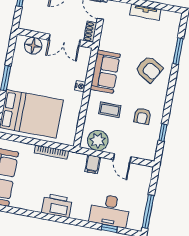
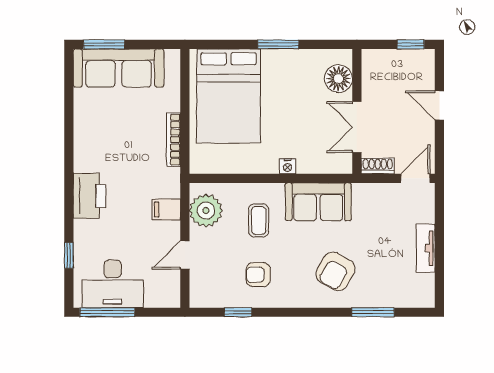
printer: (57, 206) -> (90, 196), moved
desk: (110, 211) -> (113, 284), moved, turned -90

